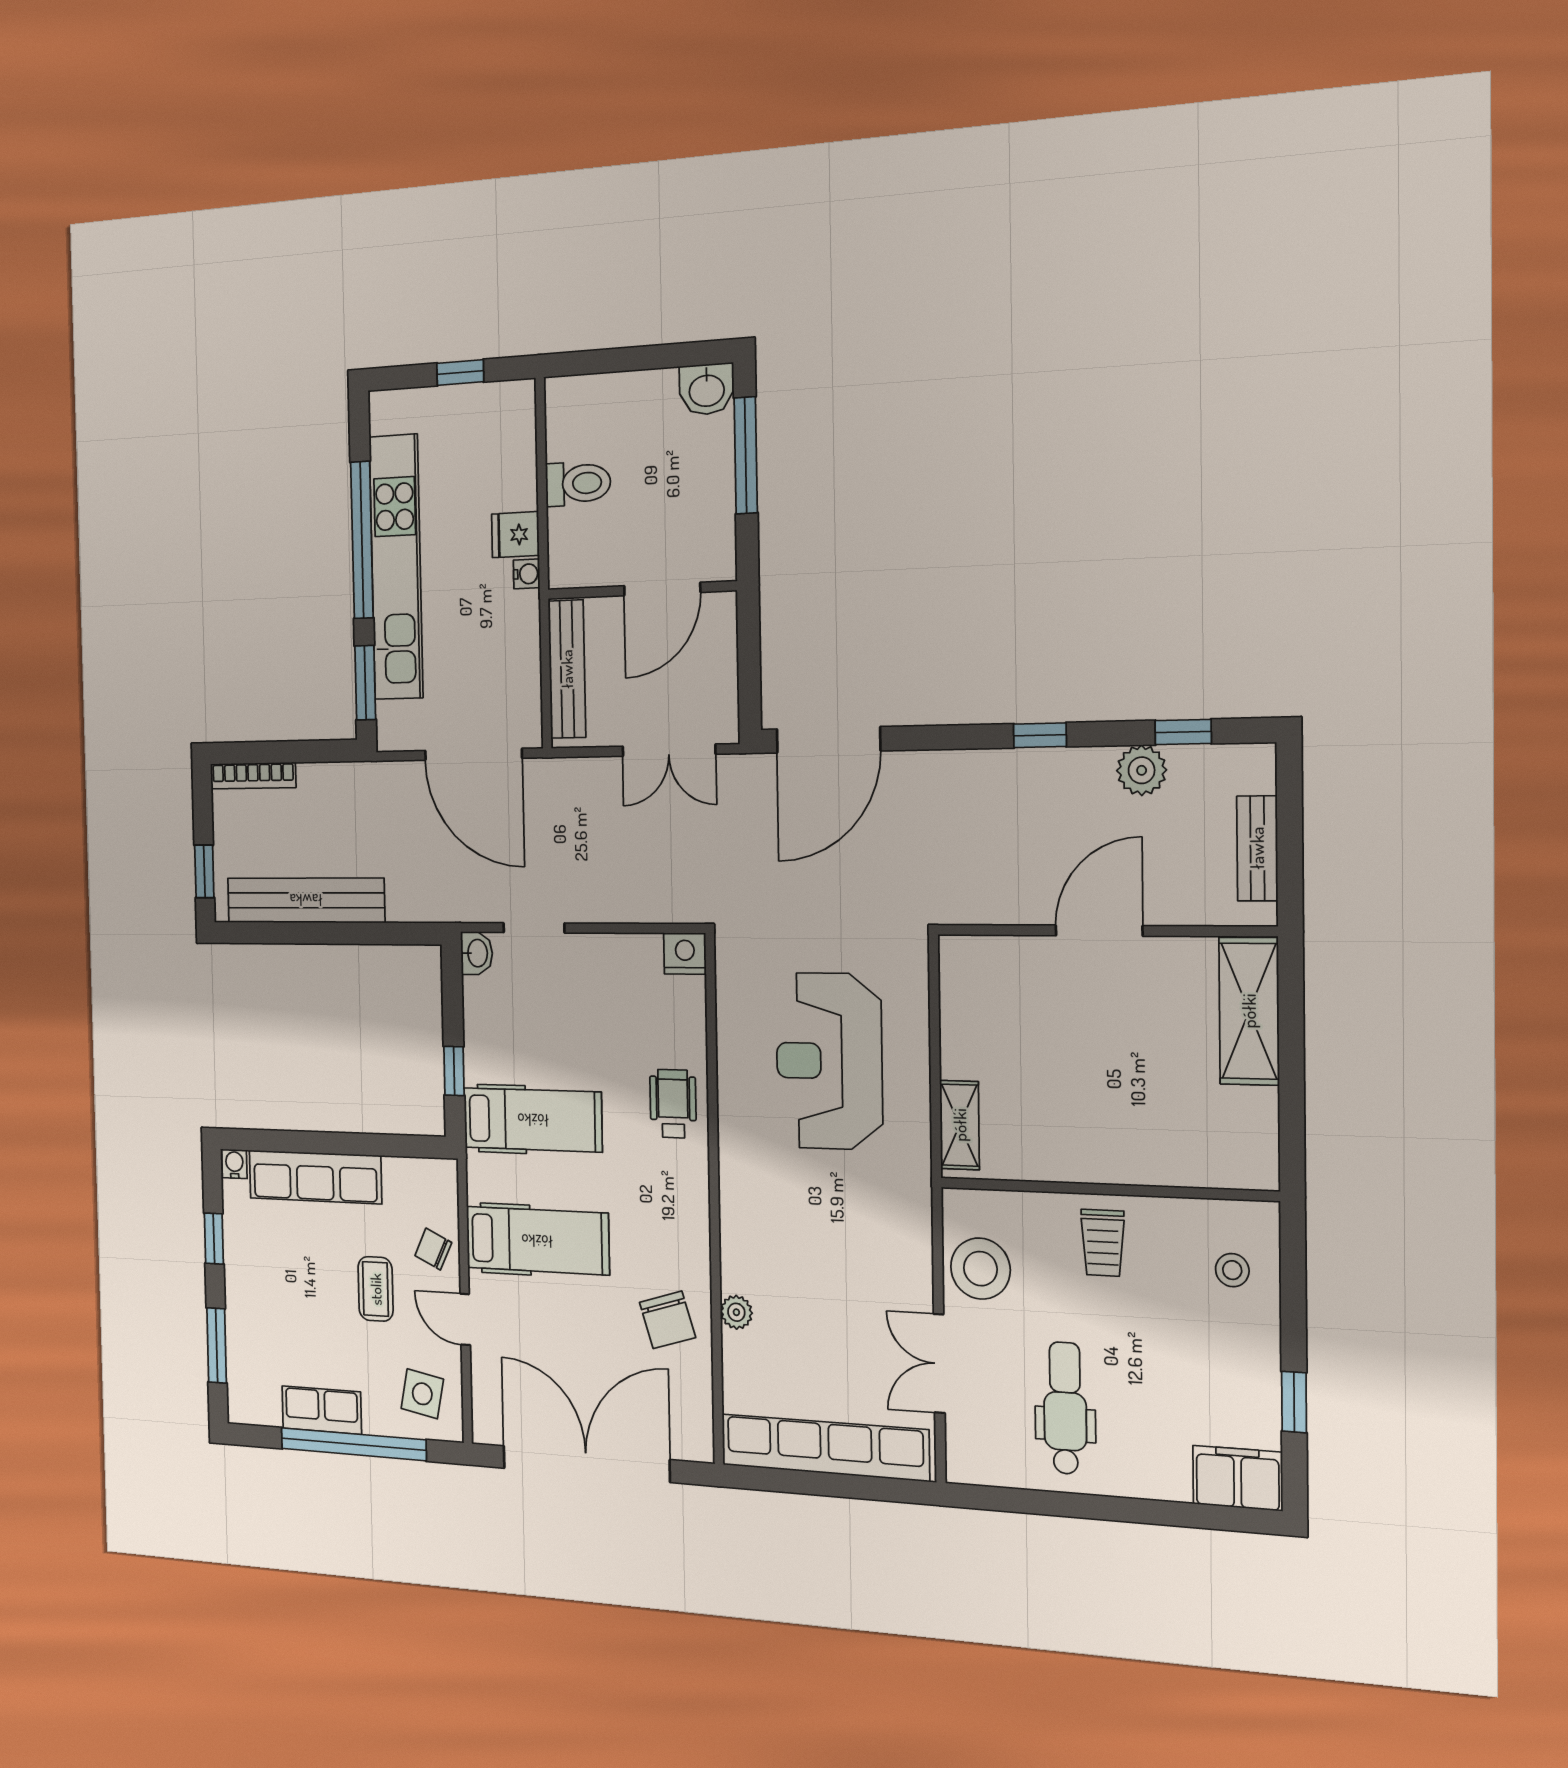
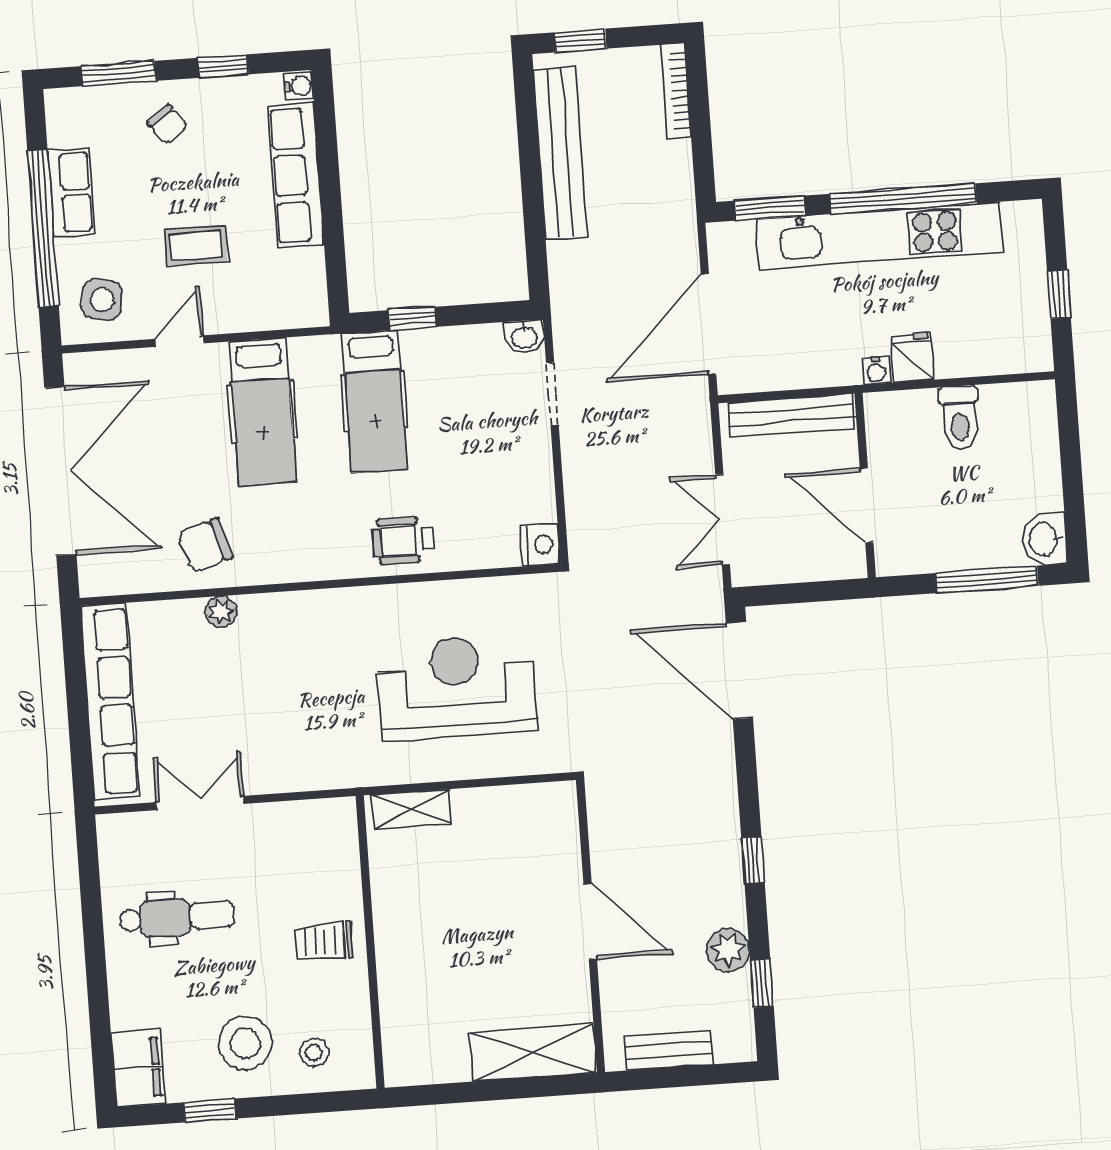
wheelchair: (673, 1104) -> (403, 540), turned 180
chair: (433, 1249) -> (167, 124), moved, turned 119
stool: (980, 1269) -> (245, 1043), moved

